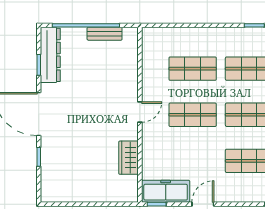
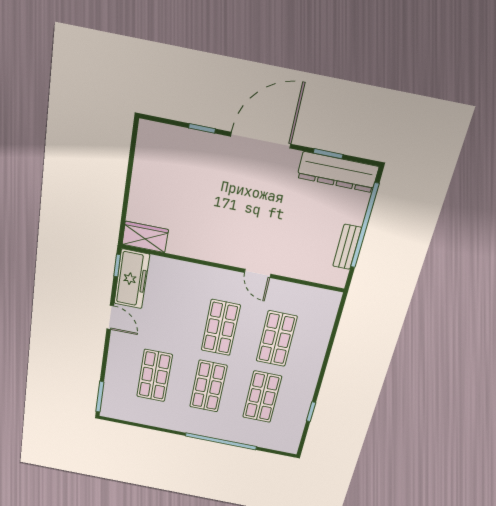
door: (140, 112) -> (258, 273), moved
wardrobe: (129, 158) -> (145, 237), moved

